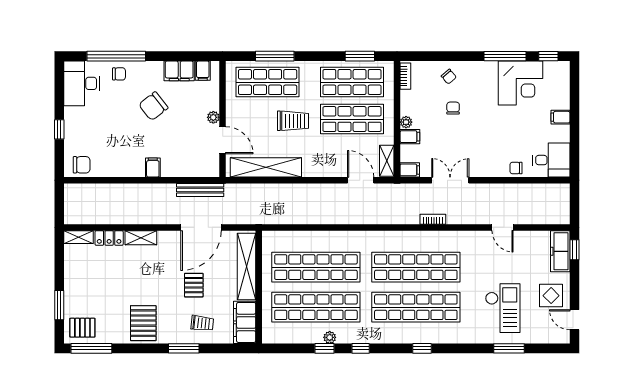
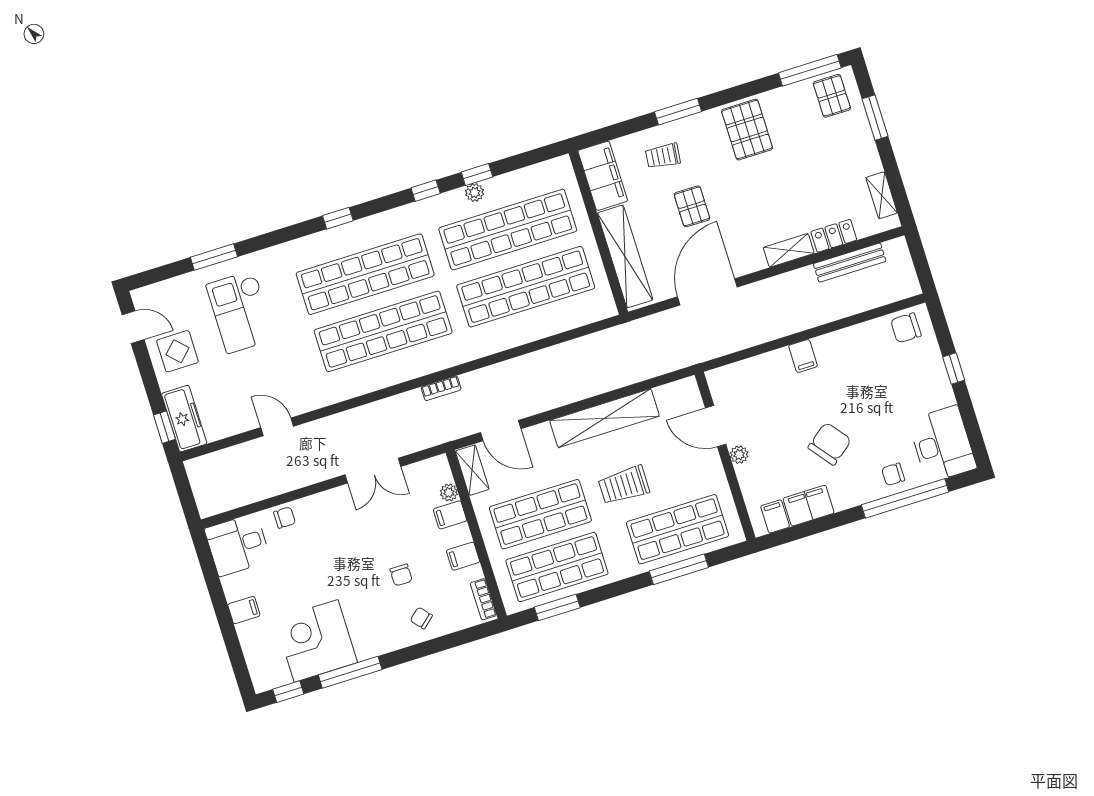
plant: (406, 122) -> (449, 493), moved
shelving: (266, 167) -> (604, 418), moved
filing cabinet: (410, 170) -> (463, 556), moved
bench: (200, 190) -> (850, 263), moved
bookcase: (433, 219) -> (441, 388), moved
shelving: (79, 237) -> (882, 195), moved, turned 90
pallet: (82, 328) -> (832, 96), turned 90

